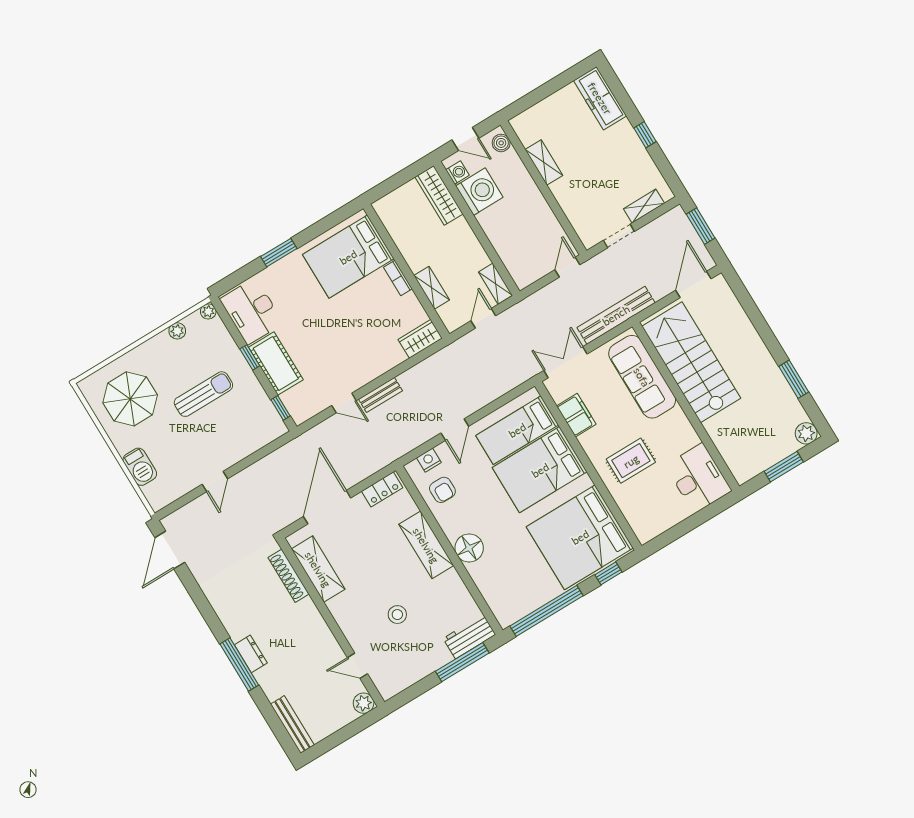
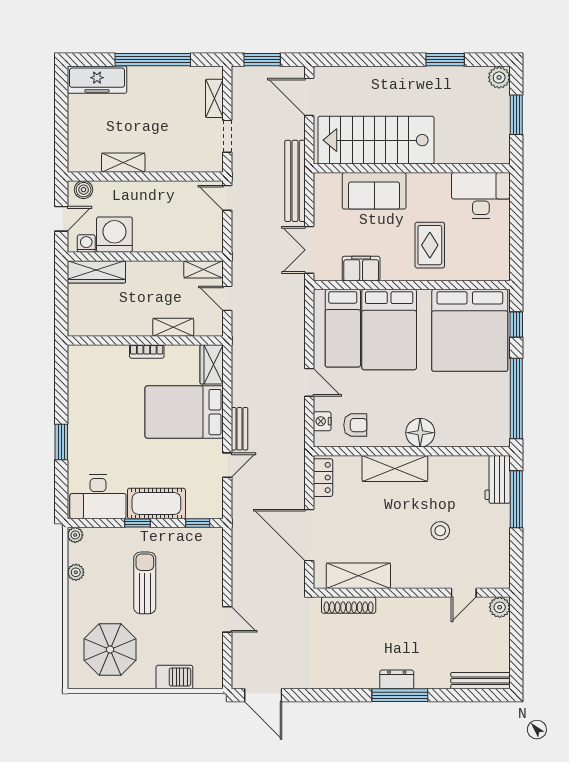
window: (645, 135) -> (153, 60), width x3.17
bed: (348, 257) -> (184, 412), moved, turned 90
sofa: (642, 377) -> (374, 191), width x0.73

